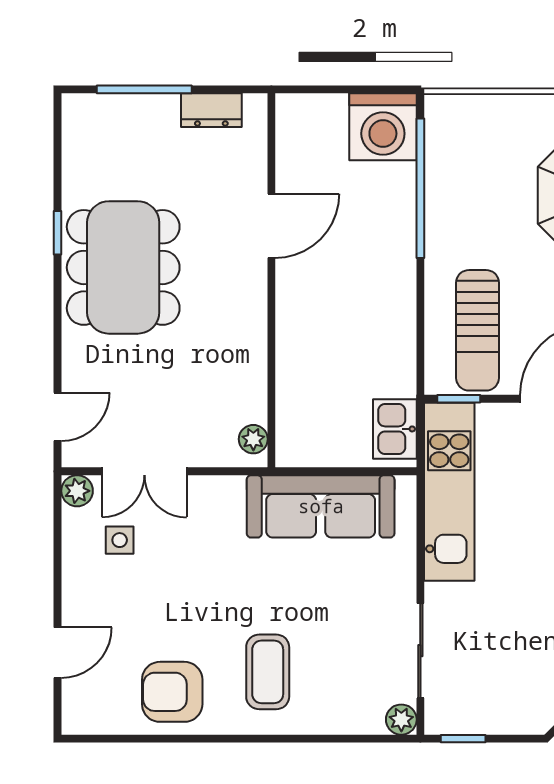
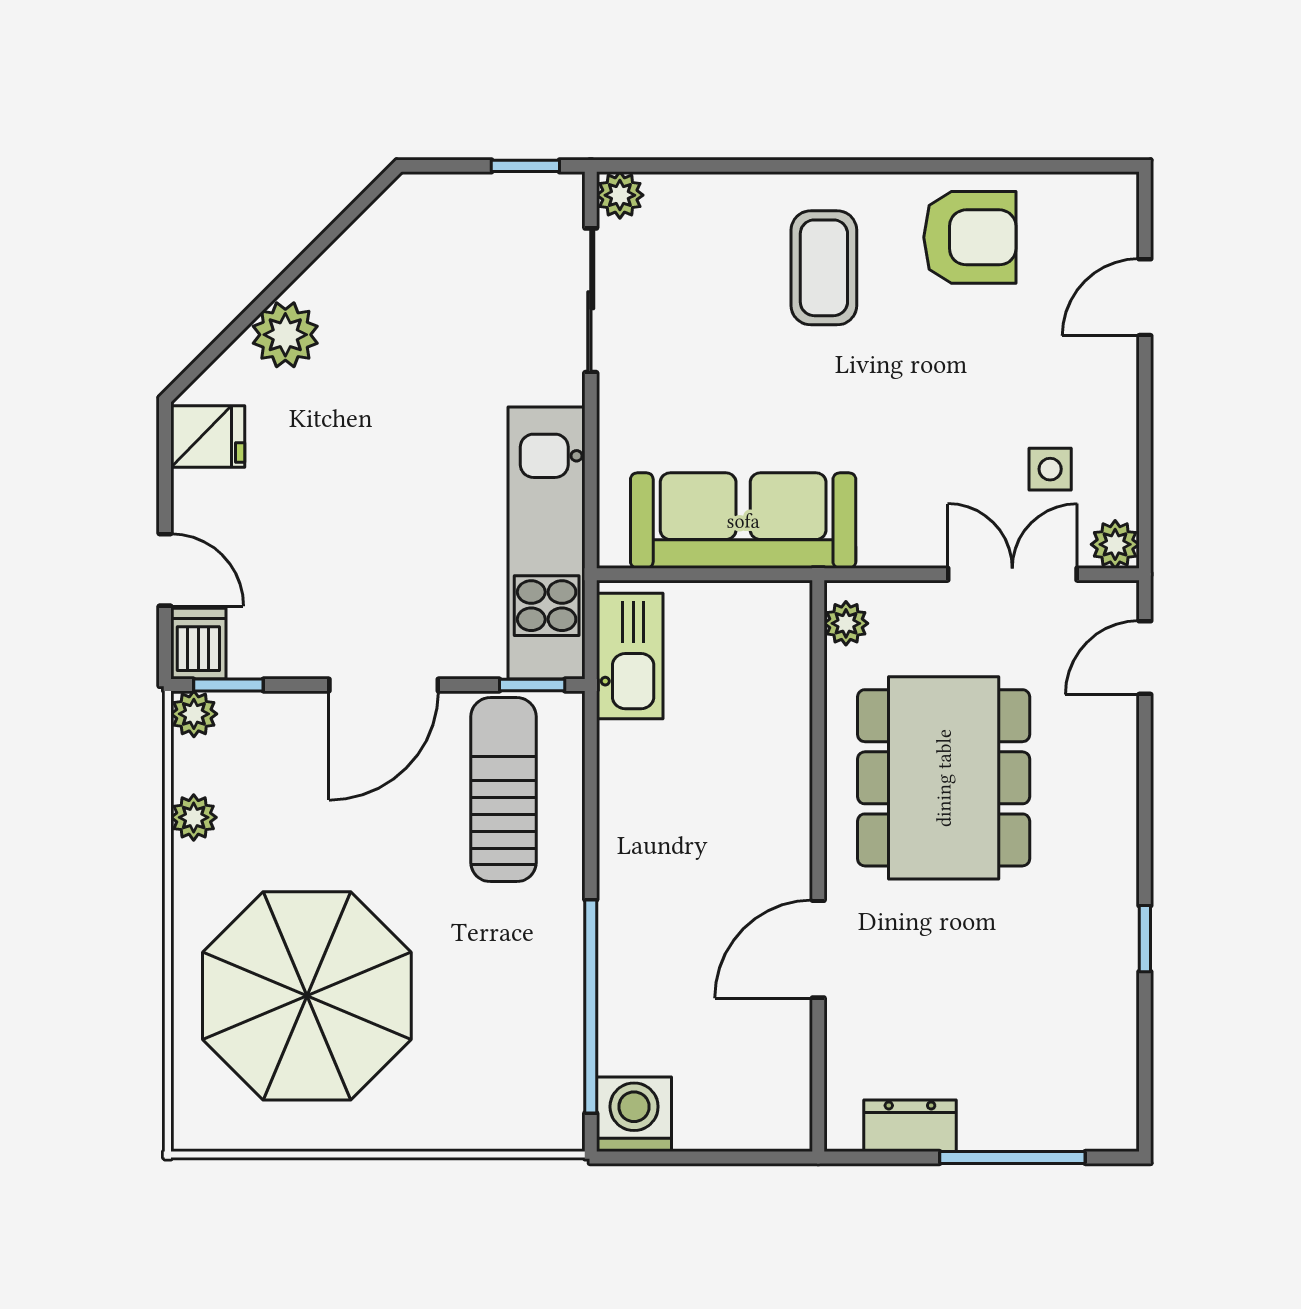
washing machine: (383, 127) -> (634, 1114), width x0.73, depth x0.73
dining table: (123, 267) -> (944, 778), moved
kitchen sink: (395, 429) -> (630, 656), width x1.38

